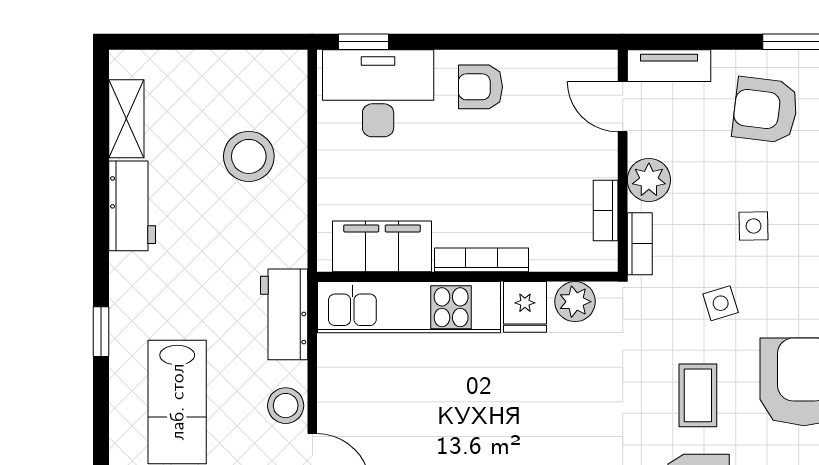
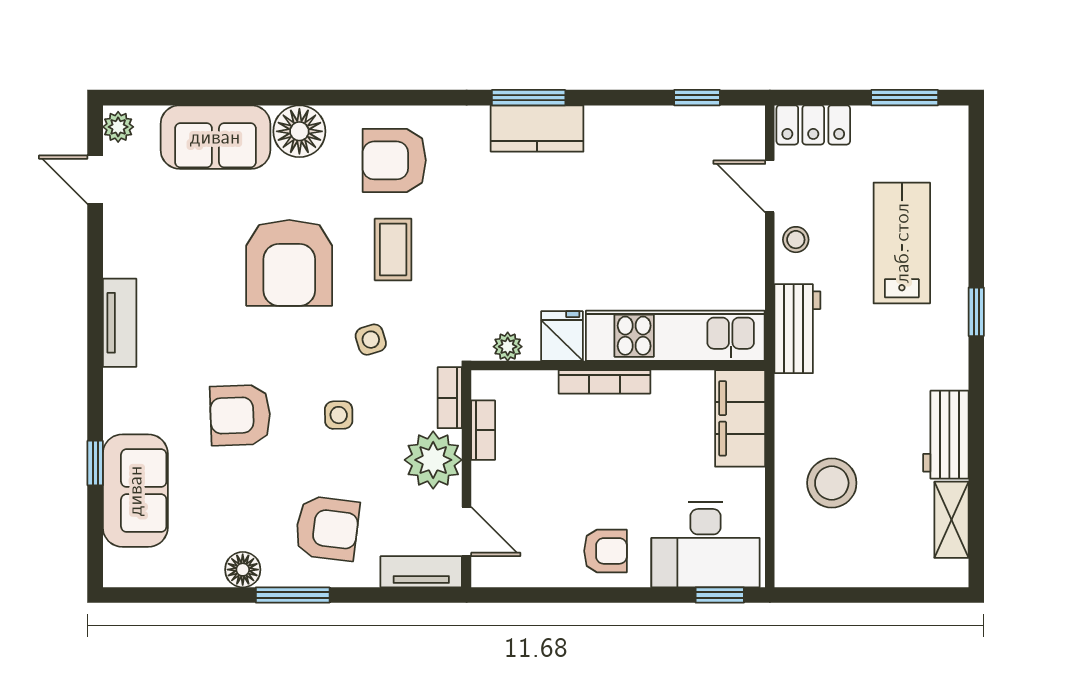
plant: (649, 180) -> (433, 460), width x1.36, depth x1.36
filing cabinet: (382, 246) -> (740, 418), moved, turned 90
plant: (575, 302) -> (508, 347), width x0.73, depth x0.73
stool: (286, 406) -> (796, 240), width x0.73, depth x0.73

